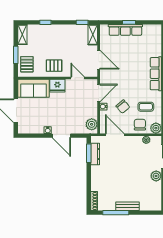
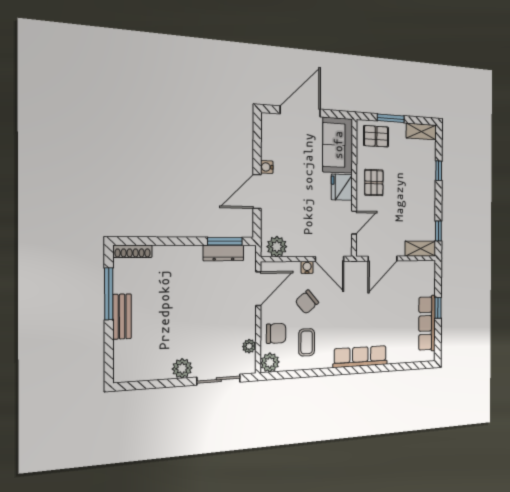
row of seats: (125, 30) -> (427, 323), moved

